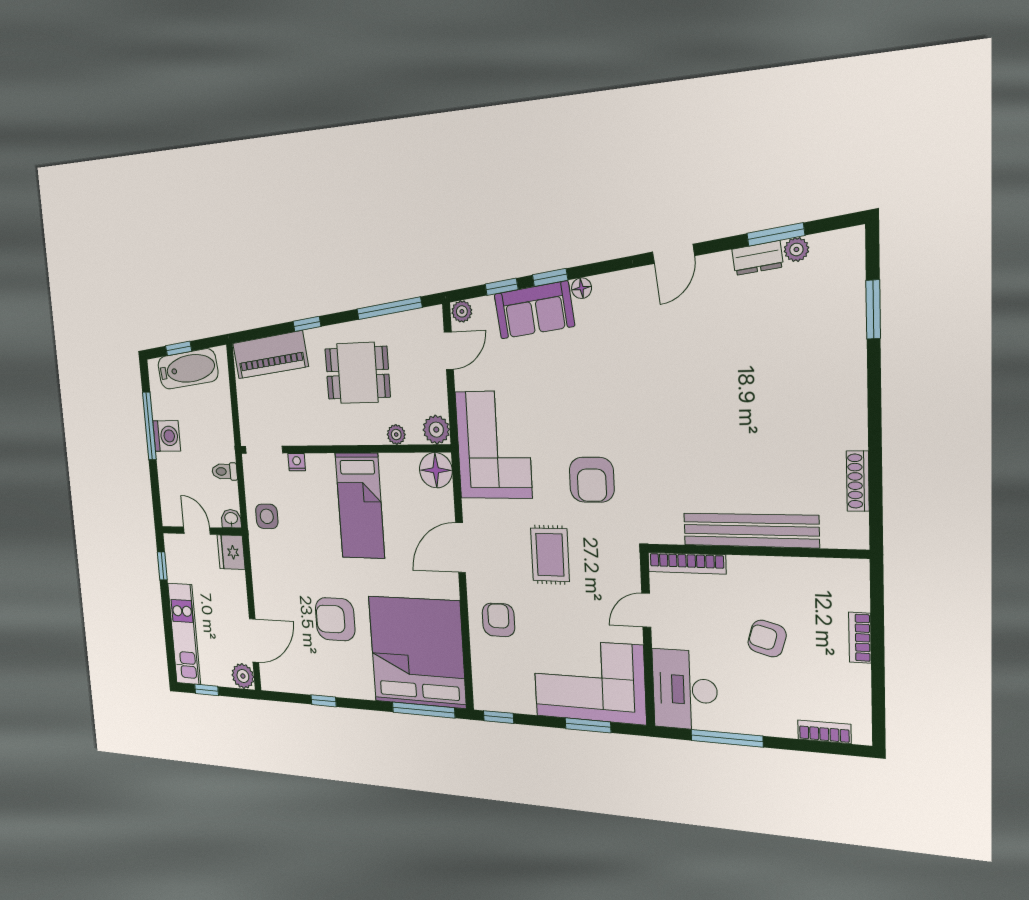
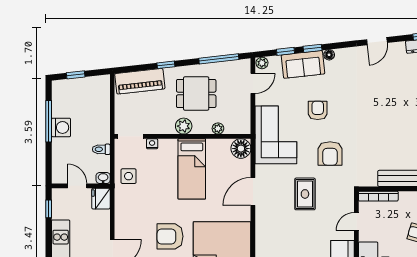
bathtub: (188, 369) -> (81, 87), removed
plant: (436, 430) -> (184, 126), moved
armchair: (498, 620) -> (318, 110), moved

